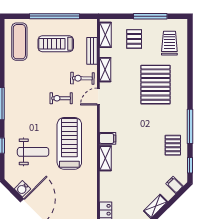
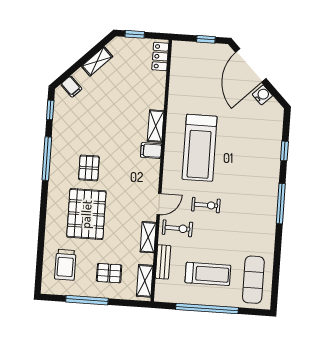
pallet: (134, 39) -> (109, 273), turned 90
pallet: (173, 145) -> (89, 168), moved
weight bench: (33, 152) -> (246, 140), removed

